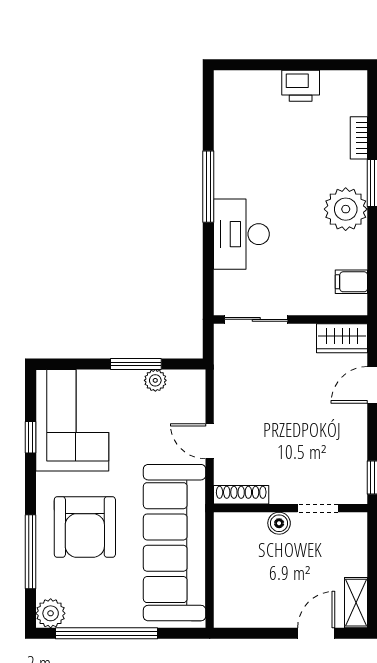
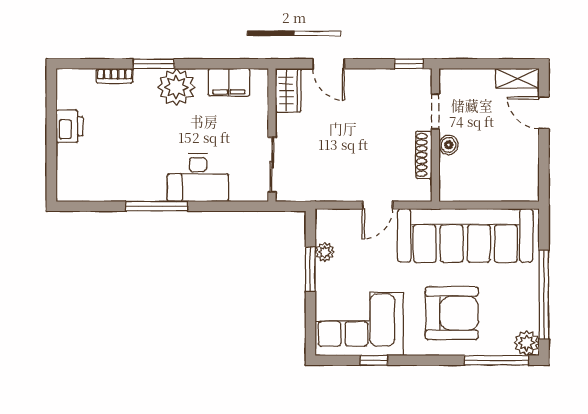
filing cabinet: (351, 282) -> (229, 82), width x2.00
shoe rack: (241, 495) -> (424, 155), moved
window: (30, 552) -> (497, 360), moved

